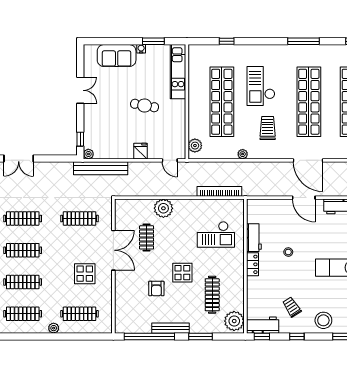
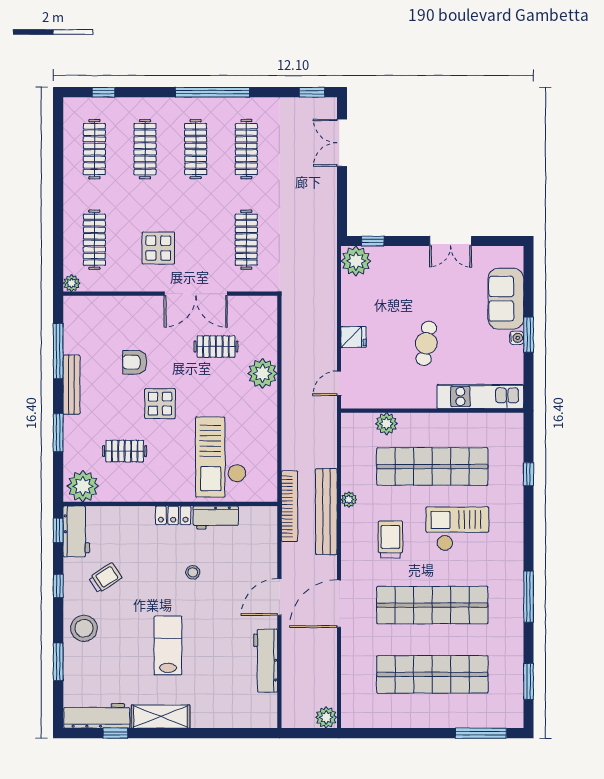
window: (153, 41) -> (529, 335), moved
trolley: (268, 128) -> (390, 540), turned -90
plant: (195, 146) -> (386, 424), moved
plant: (88, 154) -> (356, 261), width x1.88, depth x1.88
bench: (101, 168) -> (326, 512), moved
bookcase: (219, 191) -> (290, 506), moved
checkout: (216, 234) -> (221, 457), width x1.36, depth x1.21
clothes rail: (212, 295) -> (125, 451), width x0.73
plant: (54, 328) -> (72, 283), moved
window: (149, 336) -> (58, 351), width x0.68

